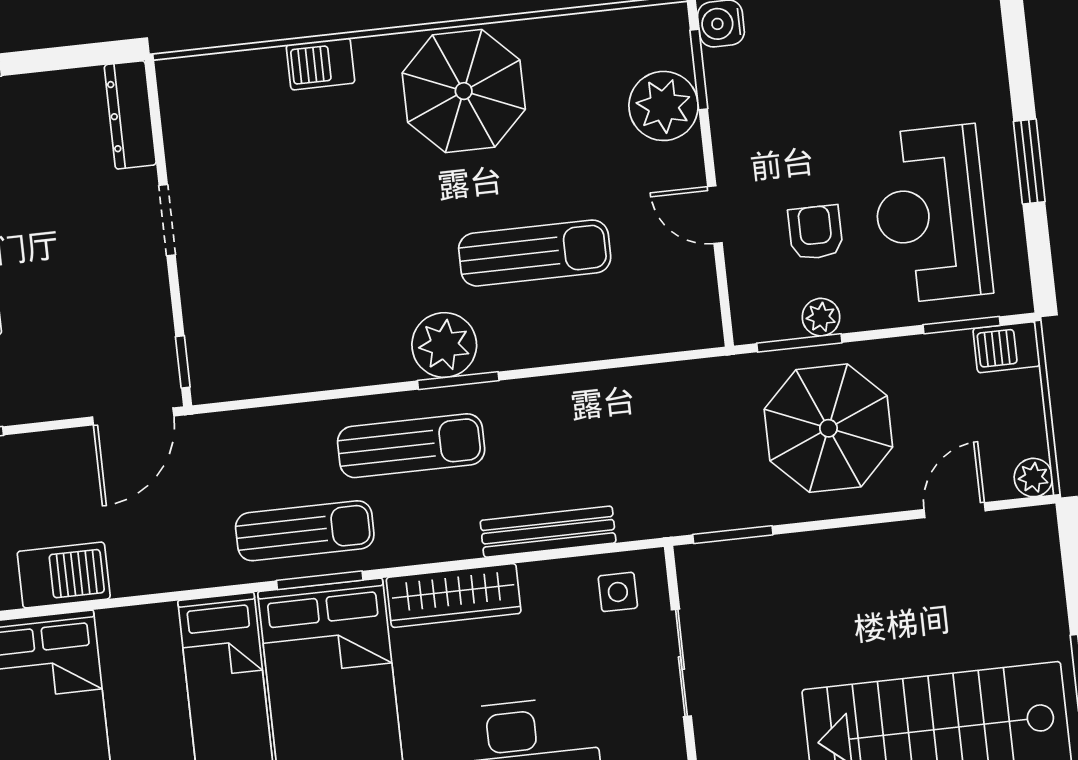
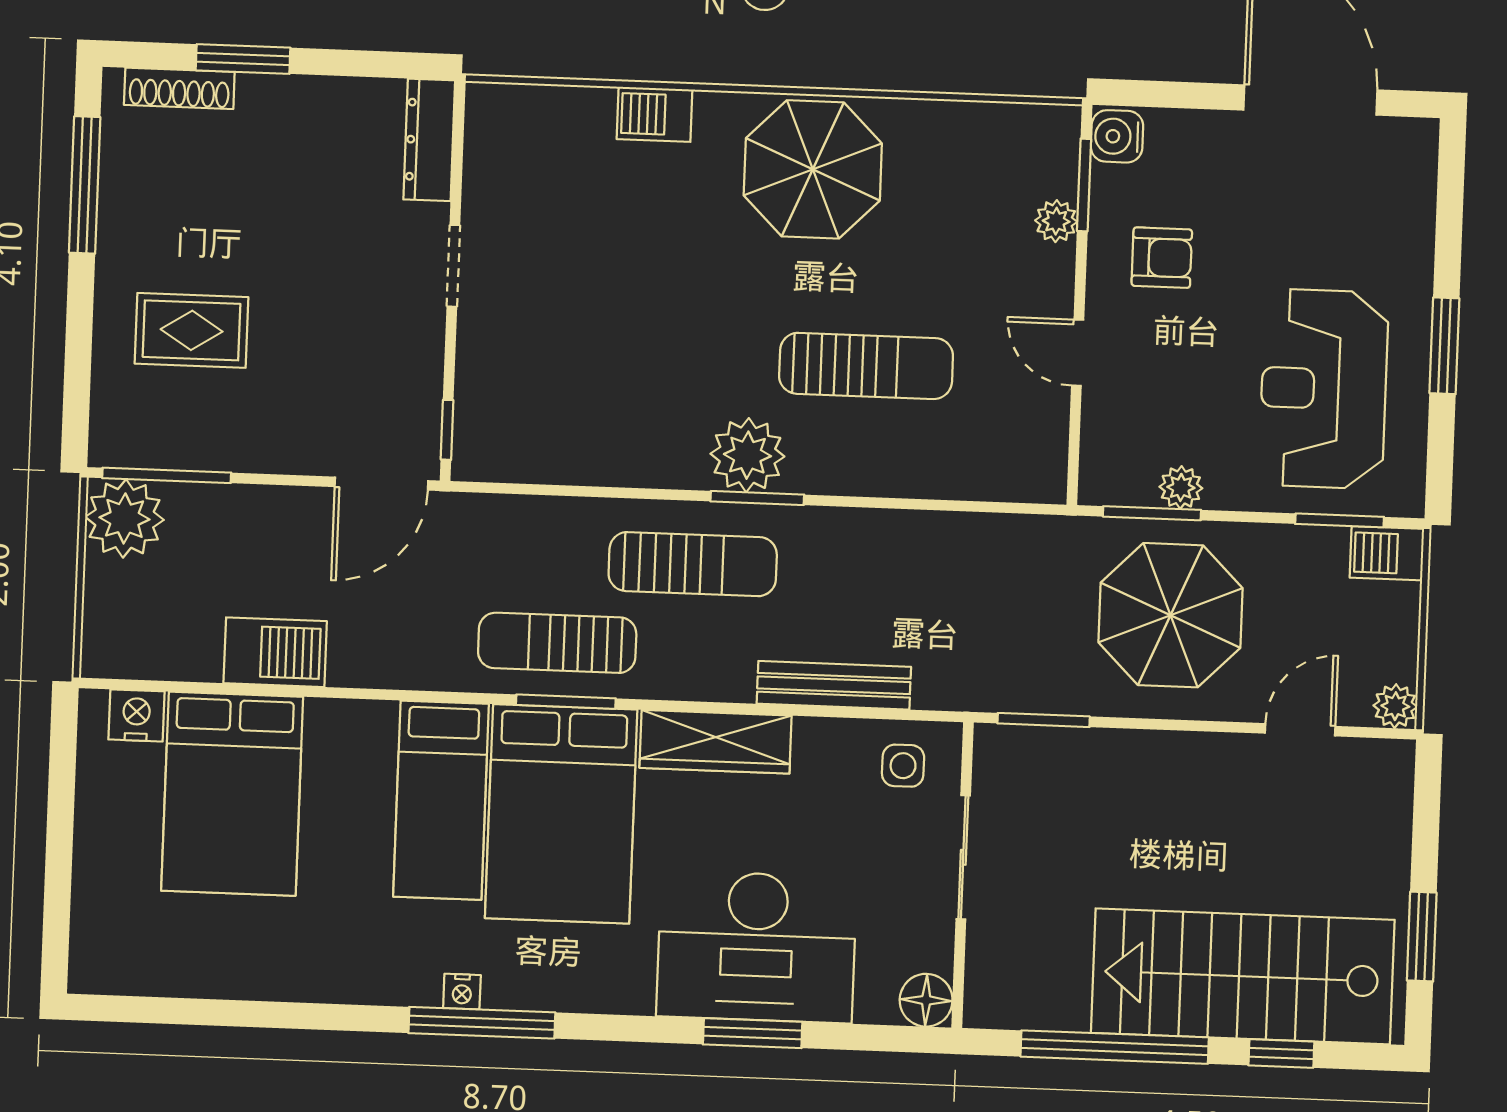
plant: (663, 106) -> (1056, 221), width x0.53, depth x0.53
armchair: (815, 232) -> (1162, 258), moved, turned 90
sun lounger: (305, 531) -> (557, 643), turned 180

